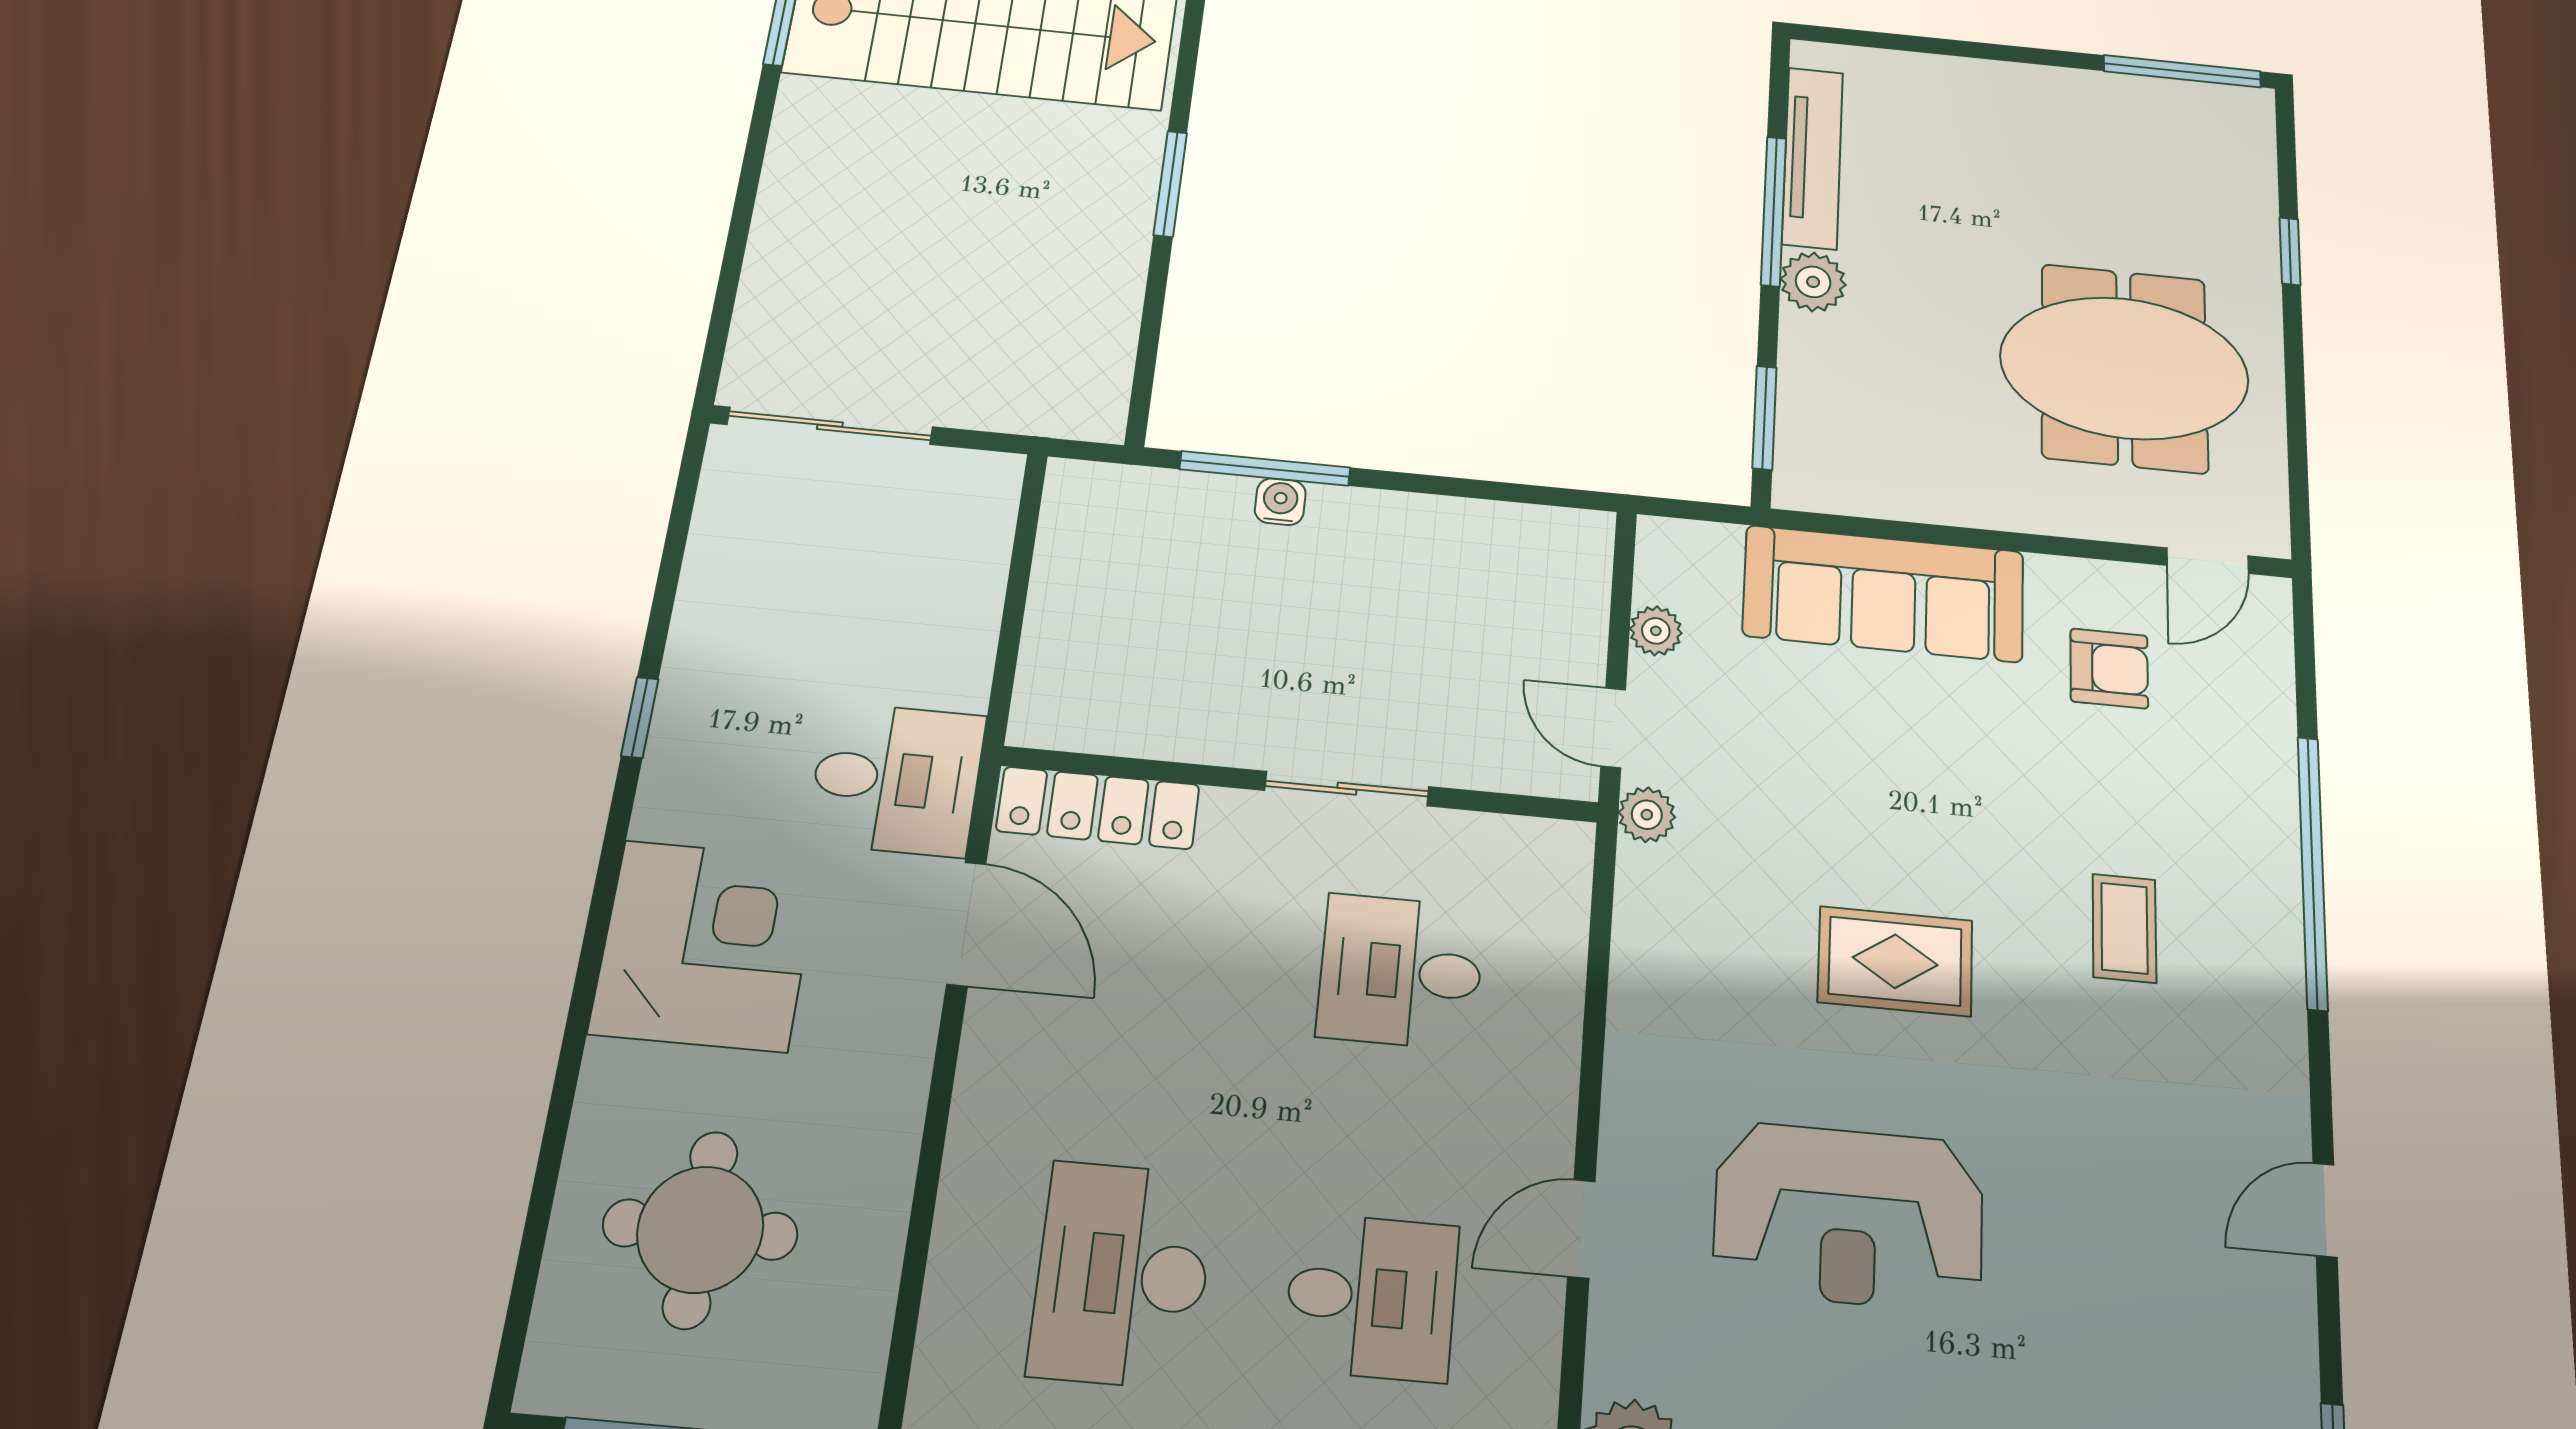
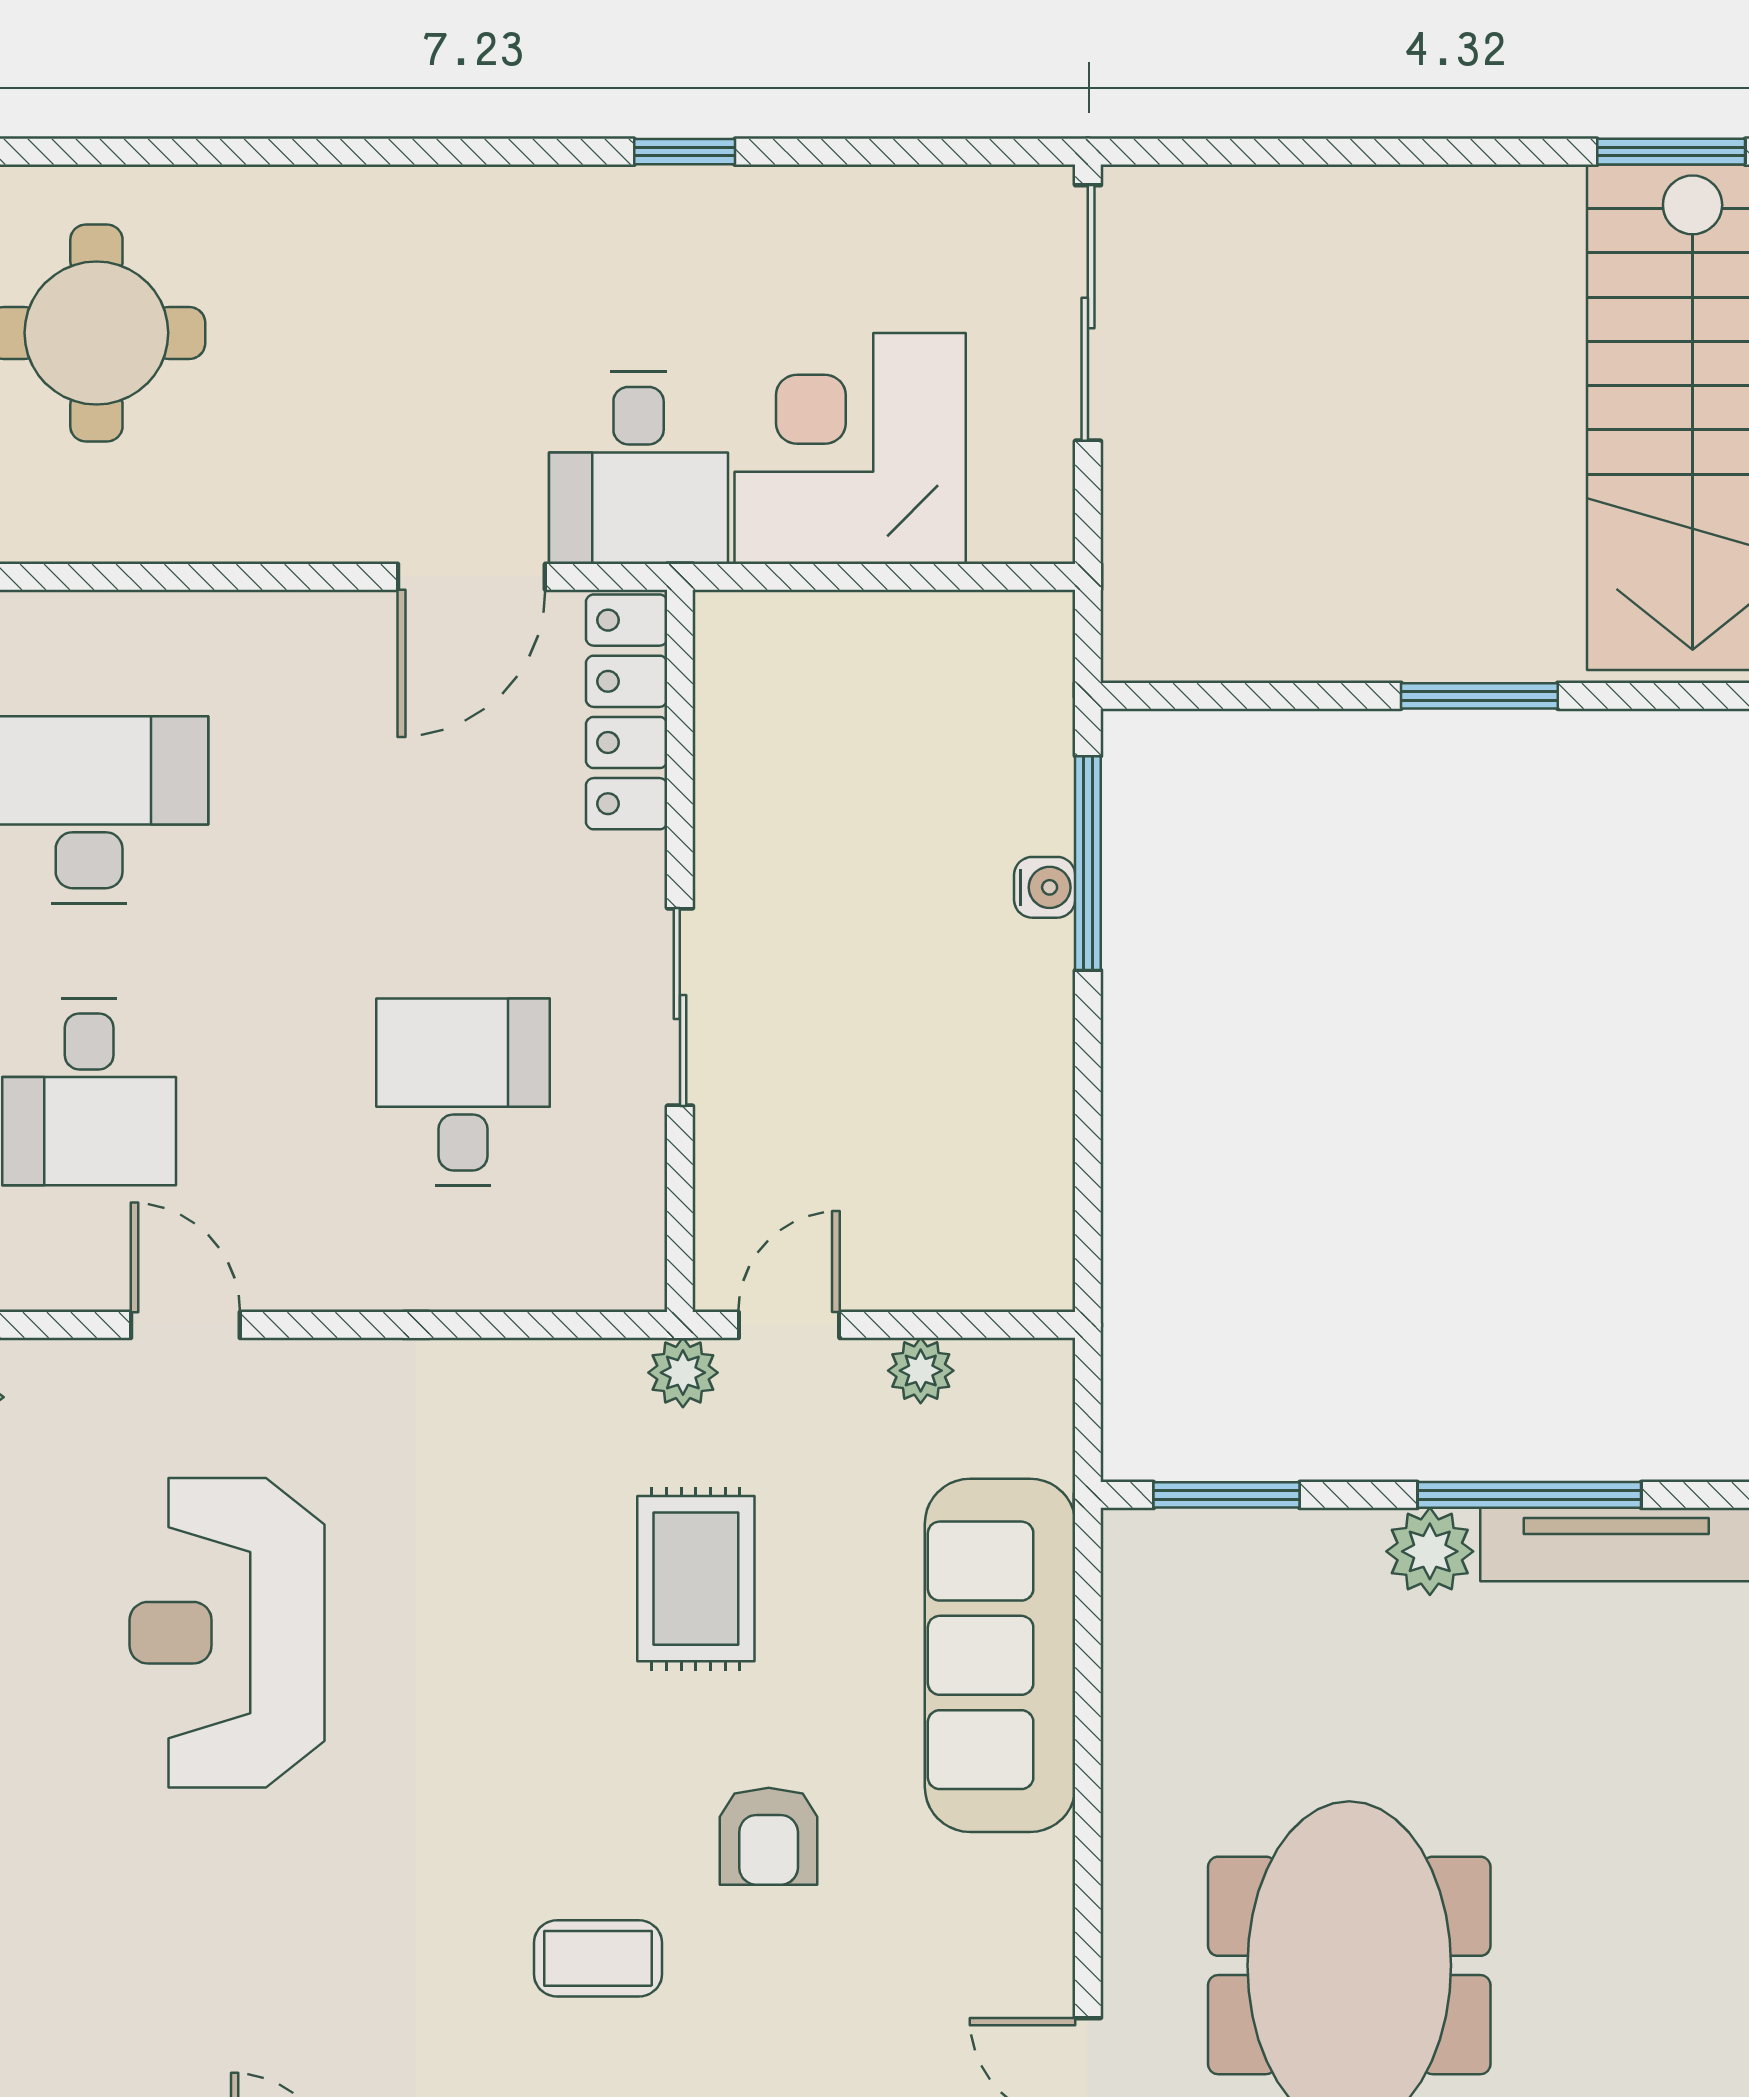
armchair: (2109, 668) -> (769, 1836), moved
corner desk: (706, 946) -> (850, 448), moved, turned 180
rug: (1895, 961) -> (696, 1579), moved

